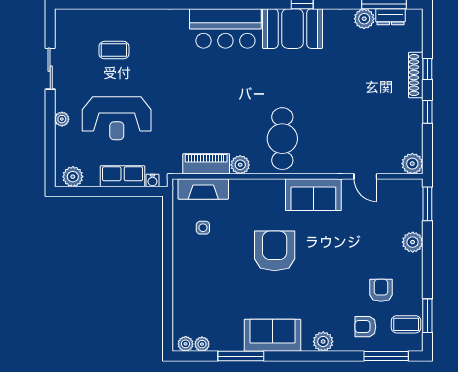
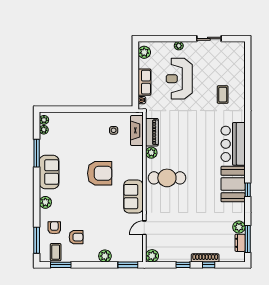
coffee table: (114, 50) -> (223, 95), moved

